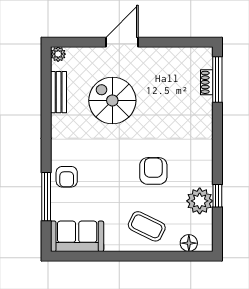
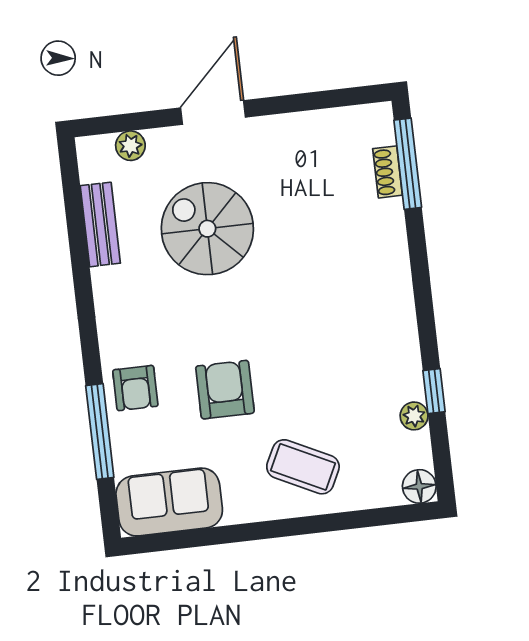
plant: (58, 54) -> (130, 146), moved
armchair: (153, 171) -> (225, 390), moved
plant: (200, 201) -> (414, 416), width x0.53, depth x0.53
floor lamp: (189, 243) -> (419, 486), moved

